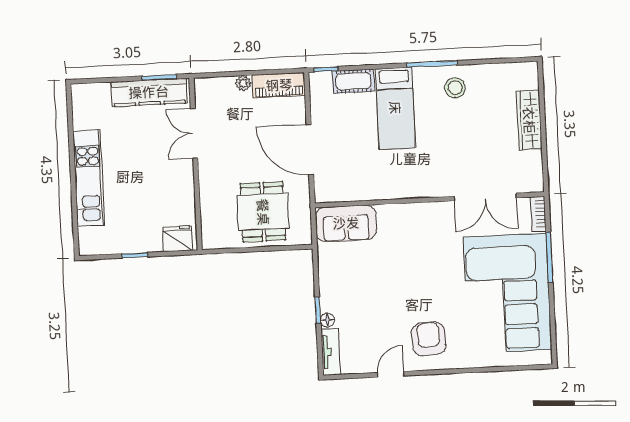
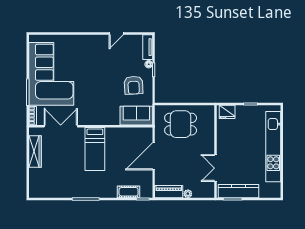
stool: (455, 88) -> (74, 186), removed
bed: (395, 108) -> (95, 149), moved, turned 180
wardrobe: (529, 120) -> (35, 151), moved
double door: (194, 133) -> (215, 168), swing flipped
door: (310, 150) -> (154, 156), swing flipped
kitchen unit: (89, 178) -> (273, 147), width x1.36
dining table: (263, 212) -> (181, 124), turned 90
armchair: (429, 339) -> (134, 85), moved

